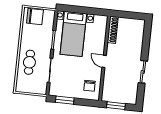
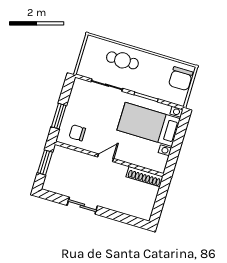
window: (65, 100) -> (59, 116), moved

